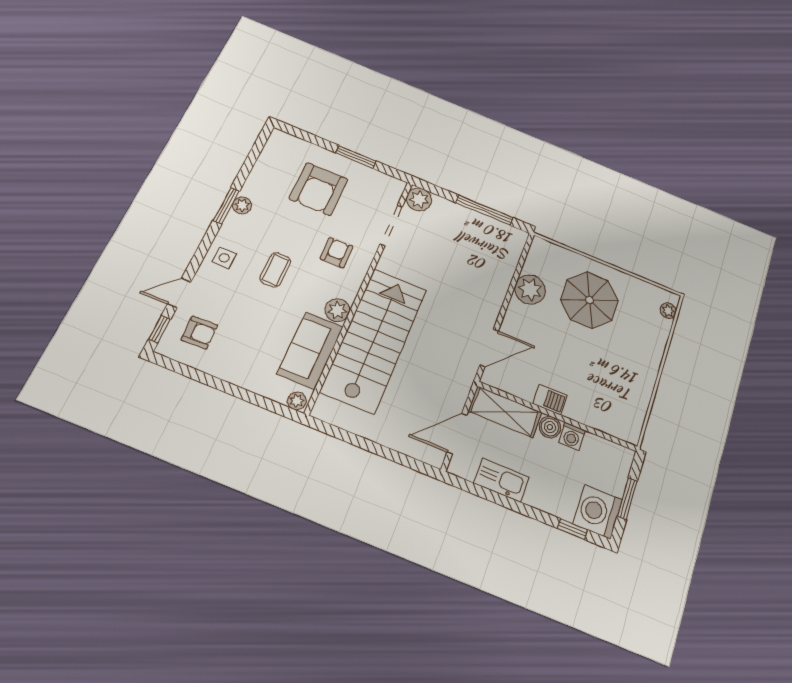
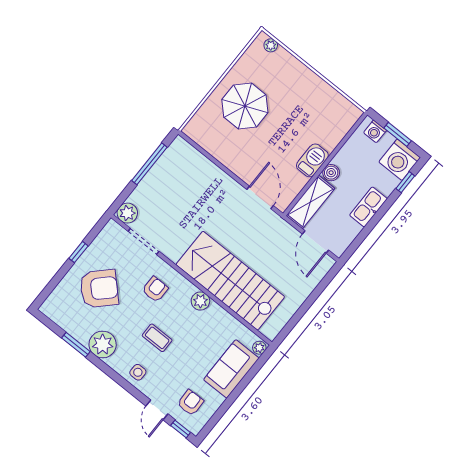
window: (356, 157) -> (79, 252), width x0.67
armchair: (319, 189) -> (99, 289), turned -45
plant: (242, 205) -> (103, 344), width x1.87, depth x1.87
window: (226, 206) -> (76, 345), moved
armchair: (337, 253) -> (155, 289), turned 91
plant: (530, 289) -> (224, 150), removed
sofa: (310, 350) -> (231, 369), moved, turned 90
barbecue: (550, 399) -> (312, 160), width x1.38, depth x1.27
washing machine: (572, 436) -> (375, 131), moved, turned 90
kitchen sink: (501, 480) -> (368, 207), moved

